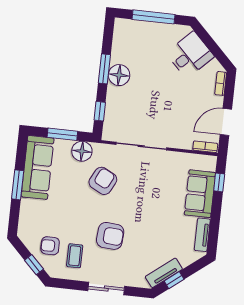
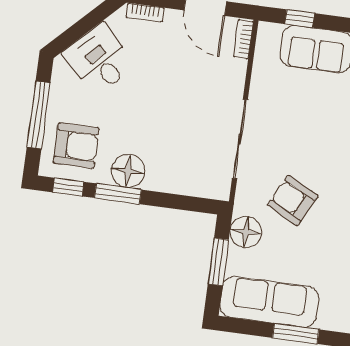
armchair: (135, 41) -> (76, 146), added
window: (100, 111) -> (68, 187), moved

